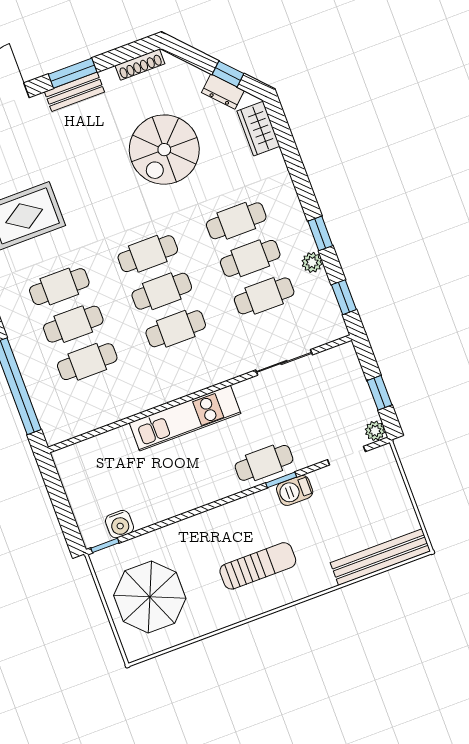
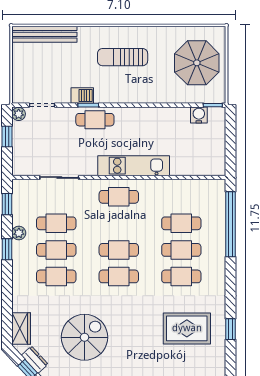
cafe table: (176, 329) -> (119, 197), moved

